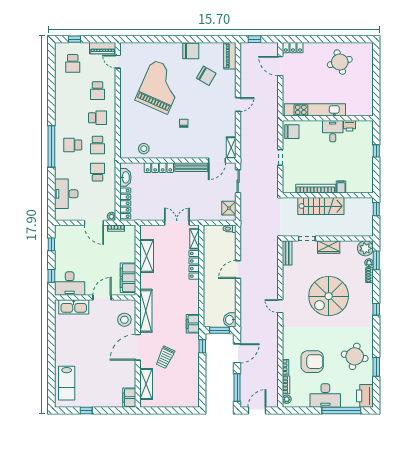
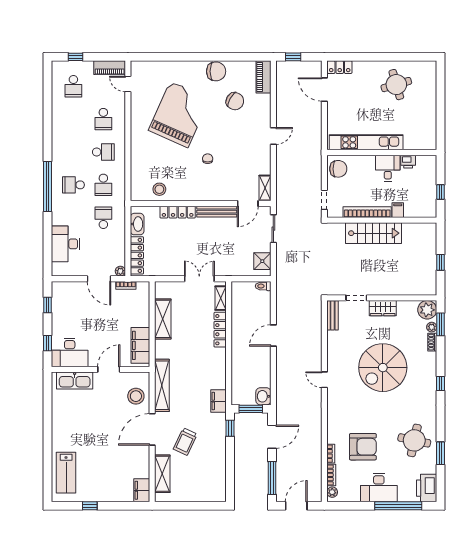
filing cabinet: (341, 187) -> (398, 210), moved
bookcase: (316, 189) -> (367, 212), moved
wall: (328, 195) -> (382, 220), moved
stairs: (321, 206) -> (373, 233), moved

